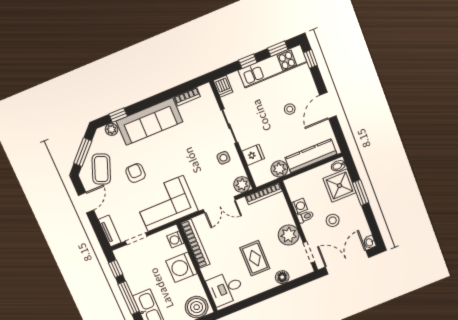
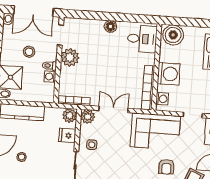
plant: (279, 169) -> (70, 115), moved
rug: (255, 258) -> (106, 52), removed
floor lamp: (282, 277) -> (110, 26), moved

